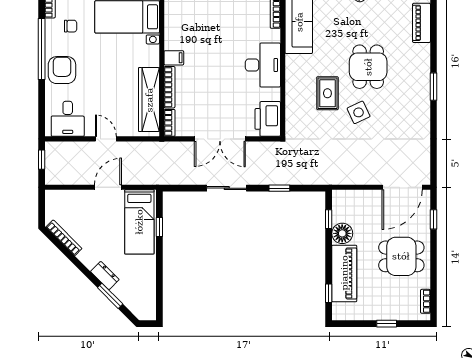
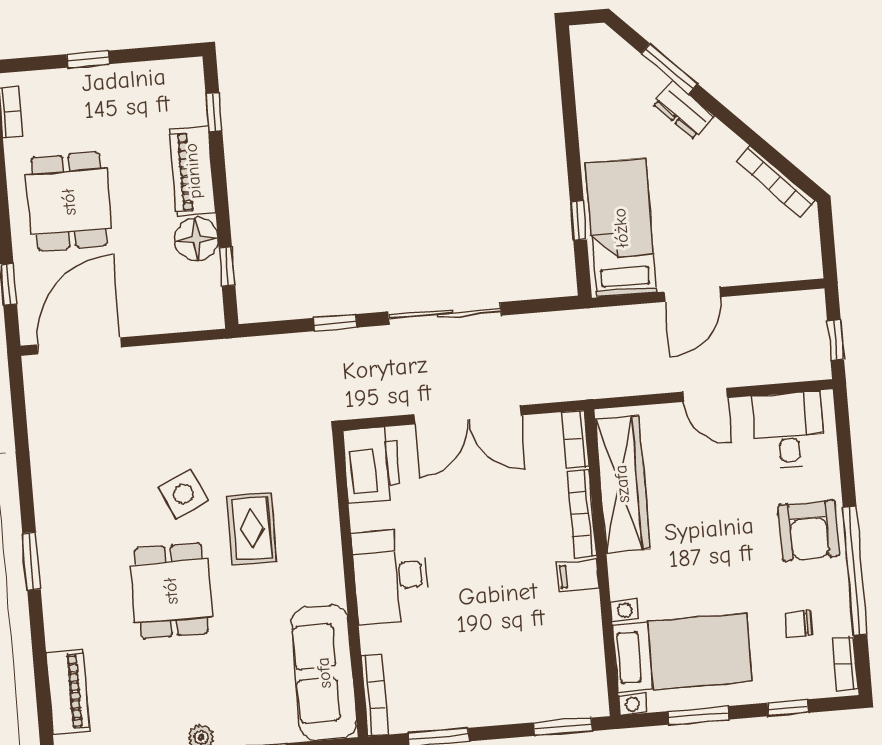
double door: (220, 139) -> (468, 415), swing flipped
sliding door: (227, 188) -> (445, 313), width x1.37
dining table: (401, 256) -> (69, 202), turned 90
piano: (344, 273) -> (193, 171), width x0.73, depth x0.75

